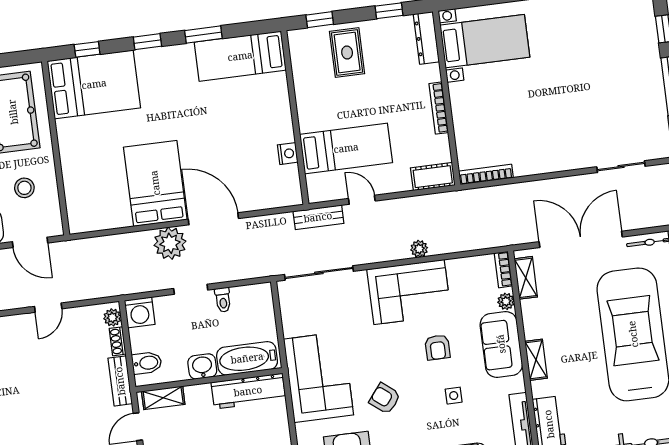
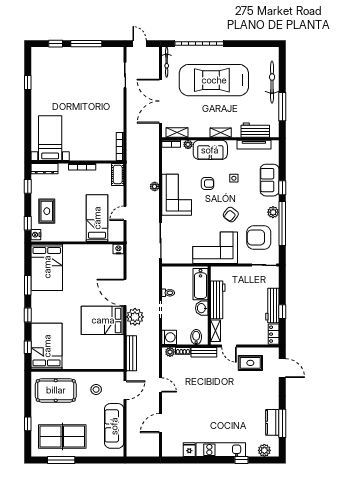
nightstand: (300, 38) -> (36, 235), added
rug: (347, 52) -> (47, 211), turned 90
bed: (240, 56) -> (47, 267), width x1.50
nightstand: (288, 154) -> (118, 249), moved
bench: (318, 217) -> (131, 353), moved, width x1.36
door: (213, 219) -> (125, 292), hinge flipped
workbench: (248, 391) -> (218, 300), moved

